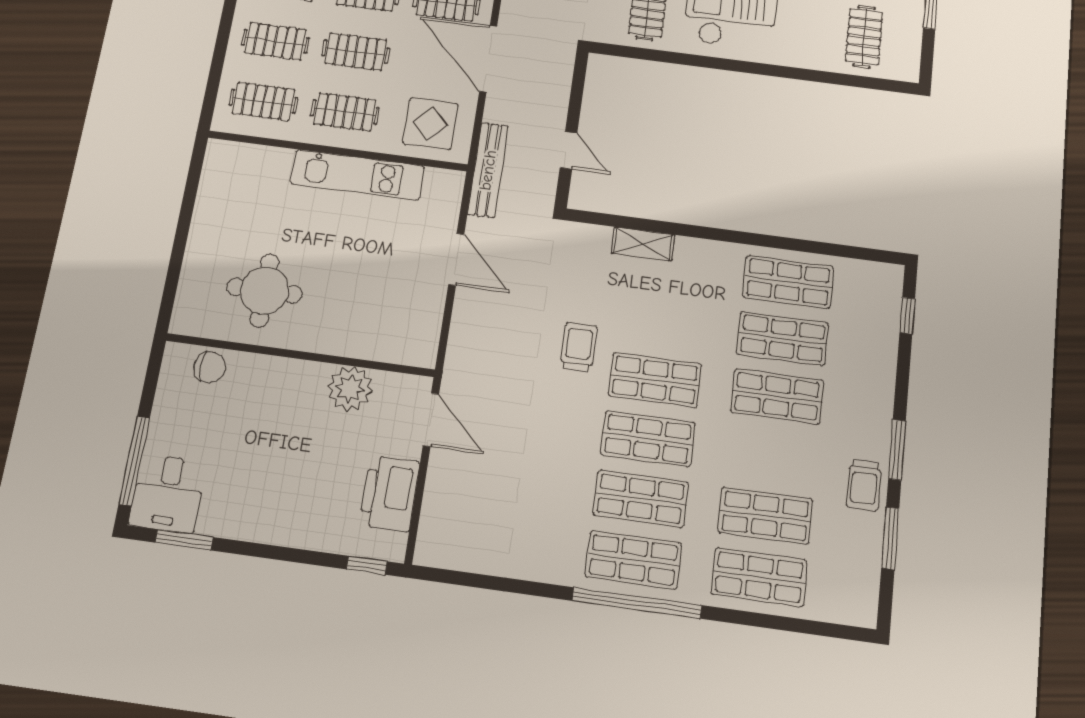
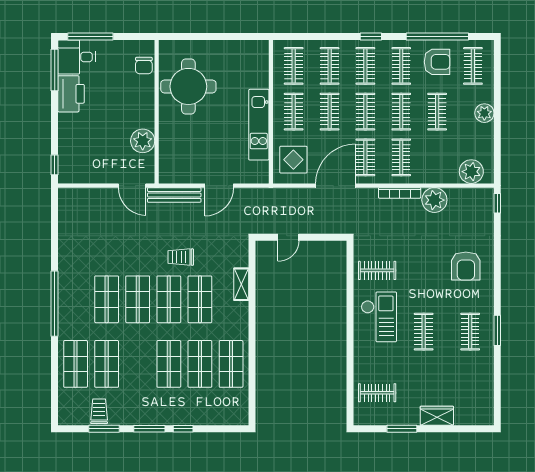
bench: (488, 170) -> (174, 195), moved
round table: (264, 291) -> (188, 86), width x1.36, depth x1.36
window: (907, 316) -> (183, 429), moved
trolley: (579, 347) -> (181, 257), turned 180
door: (431, 420) -> (132, 186), hinge flipped
trolley: (864, 485) -> (99, 411), moved, turned 90
printer: (390, 494) -> (71, 94), moved, turned 90
window: (184, 540) -> (55, 70), width x1.44
shop shelf: (633, 560) -> (200, 299), moved

